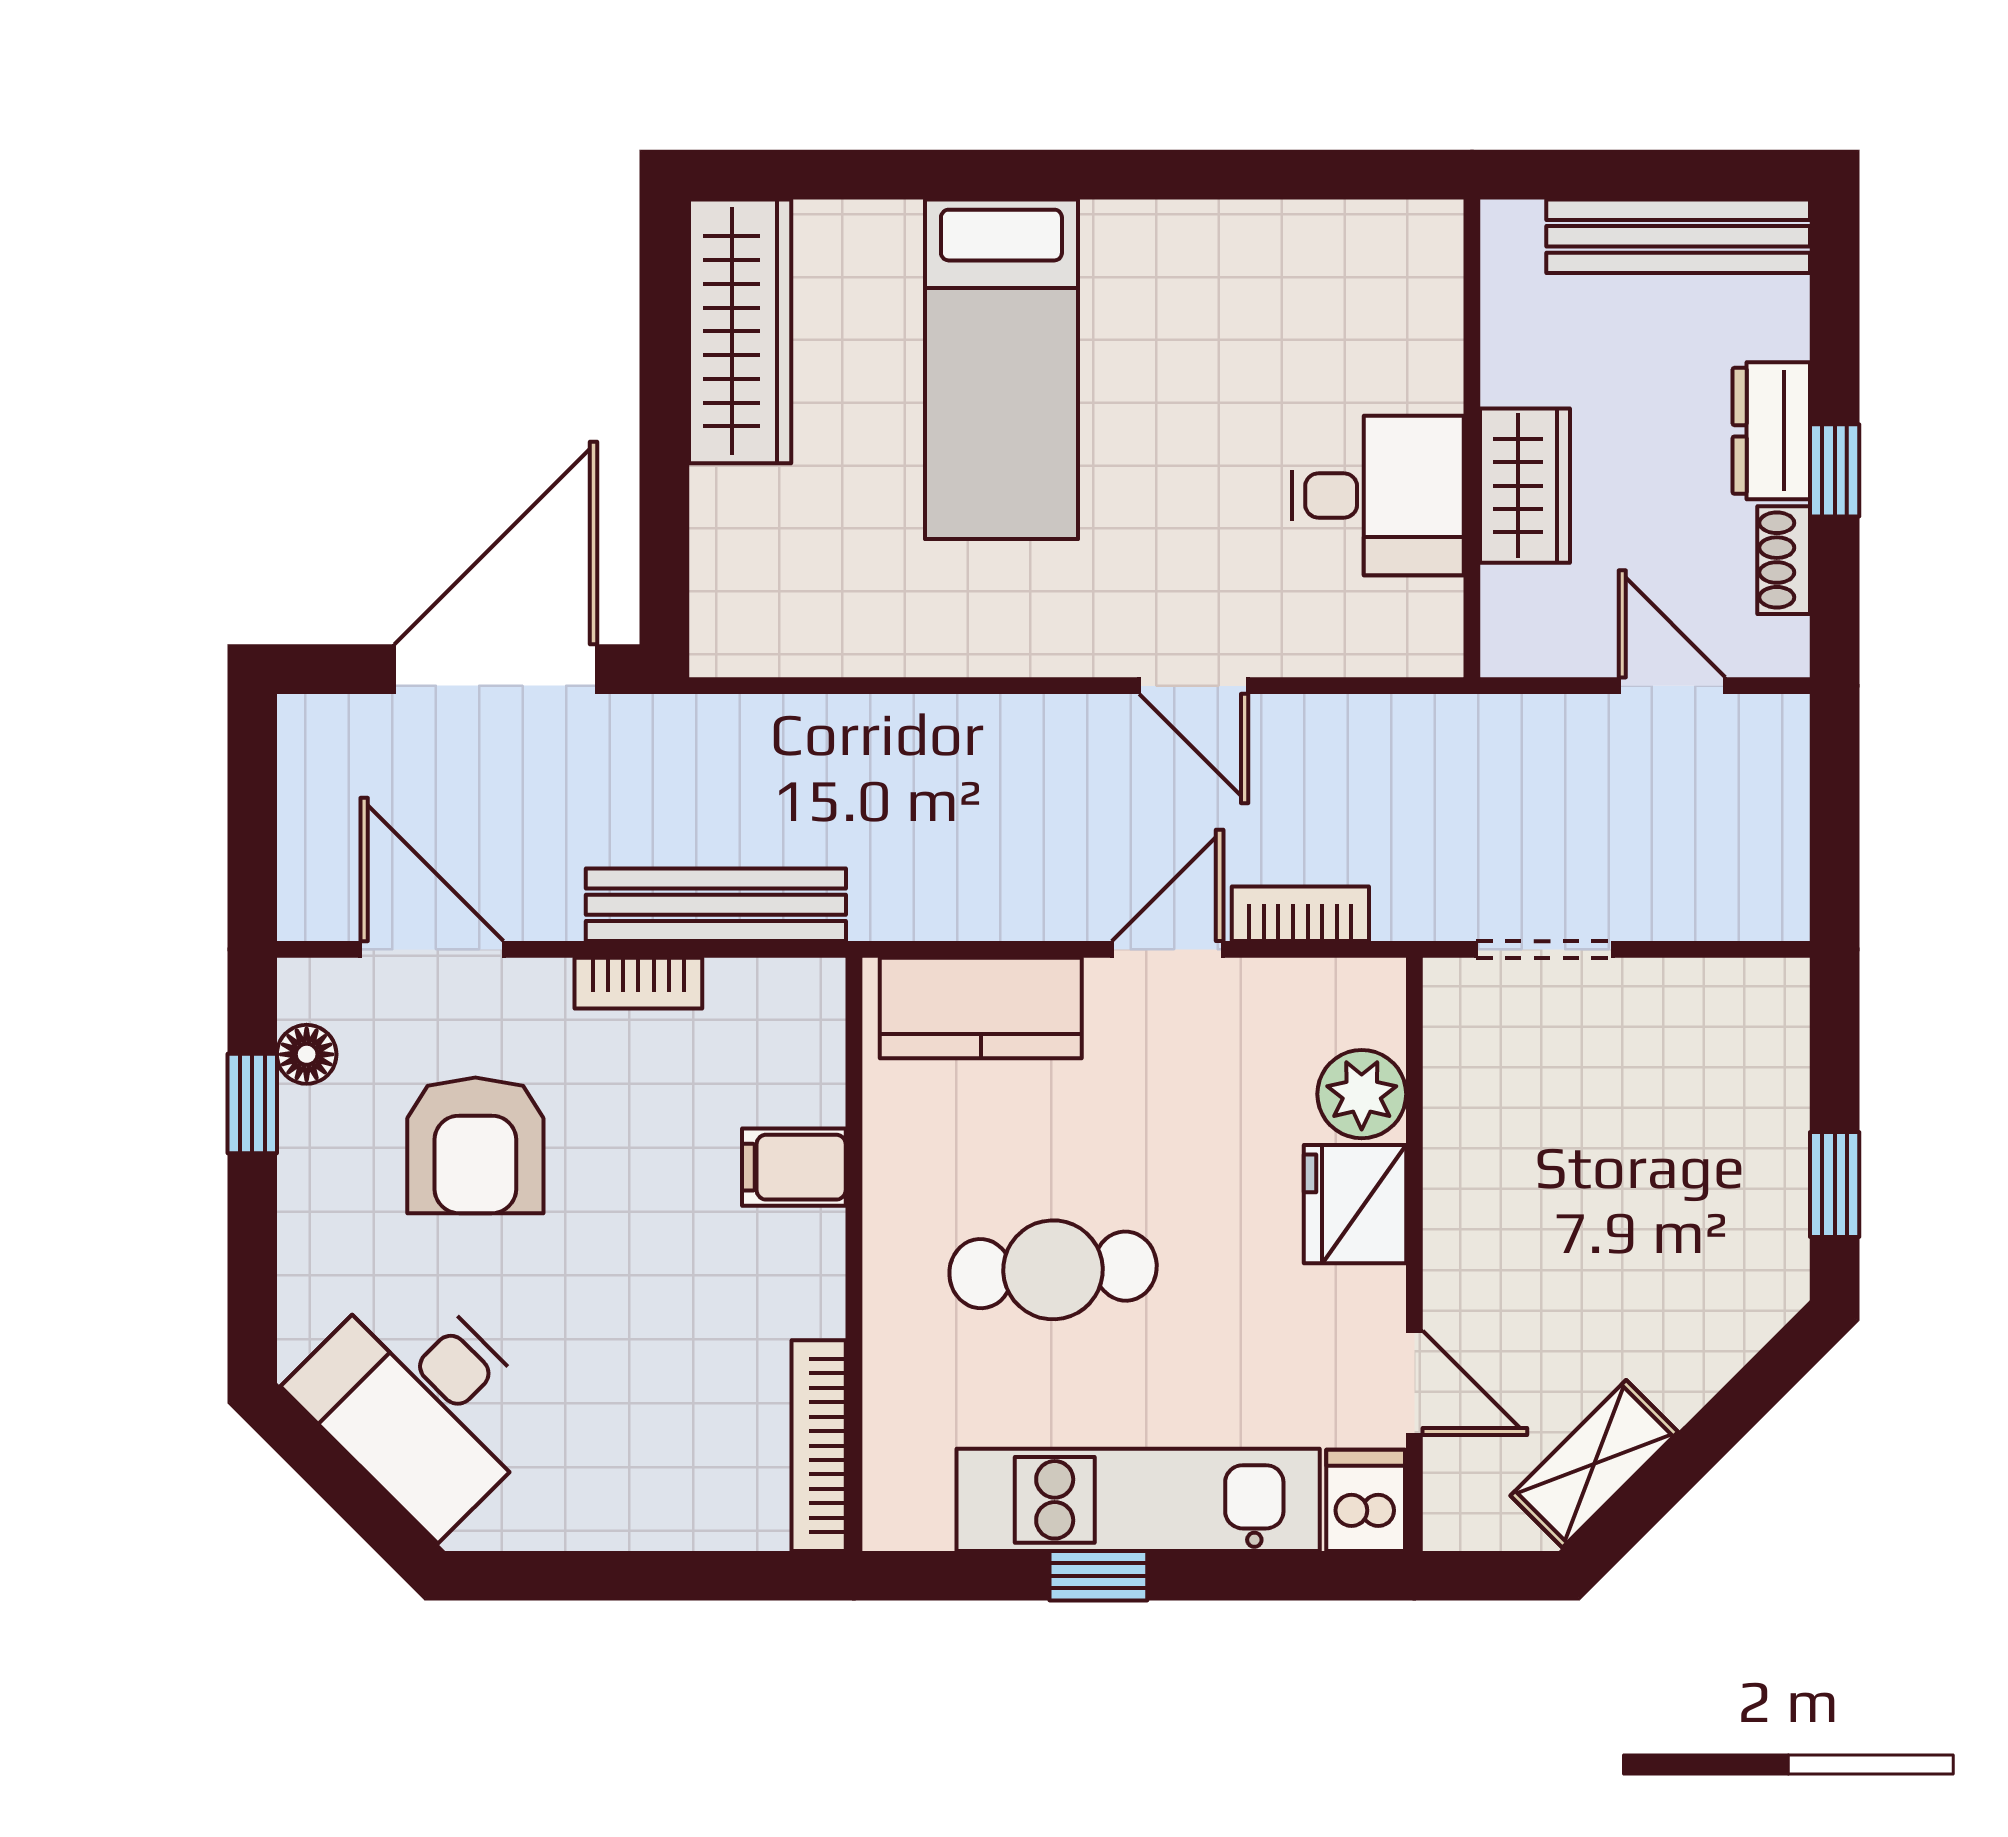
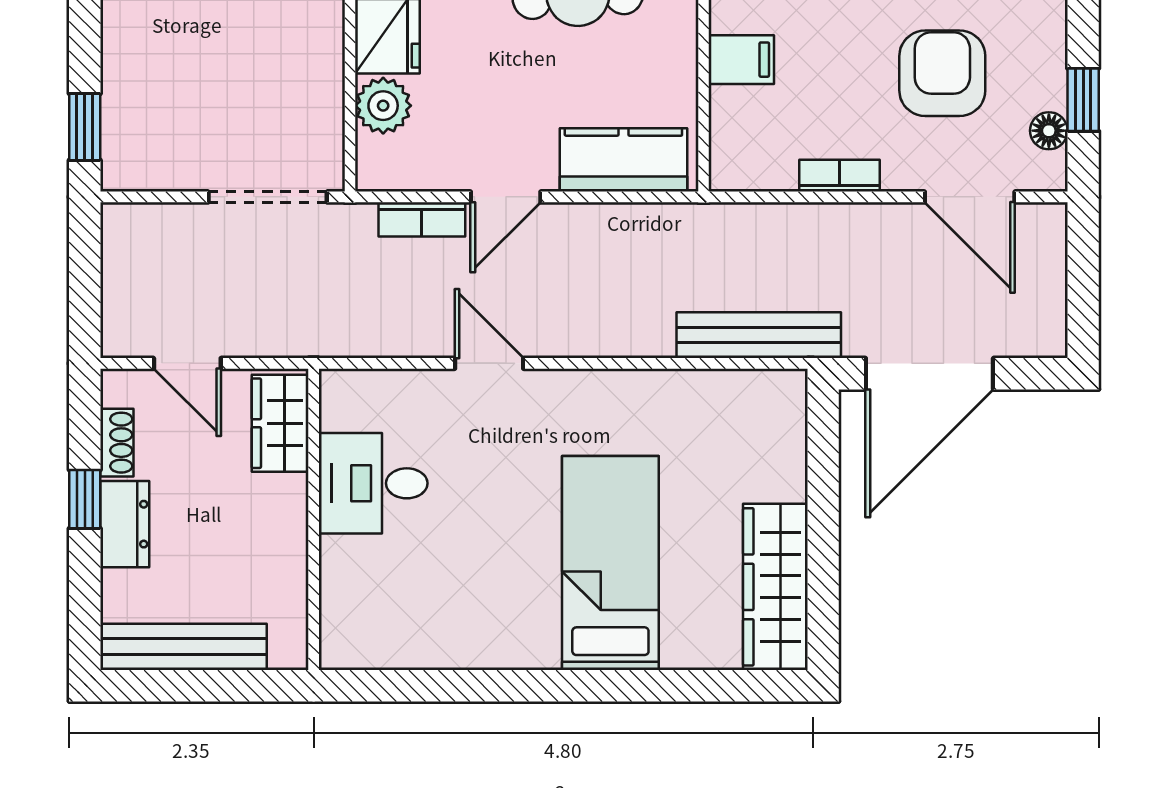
wardrobe: (1525, 486) -> (280, 423), moved
bench: (716, 905) -> (759, 335), moved
doorway: (1545, 949) -> (268, 197), width x1.38
window: (1835, 1184) -> (85, 127), moved

